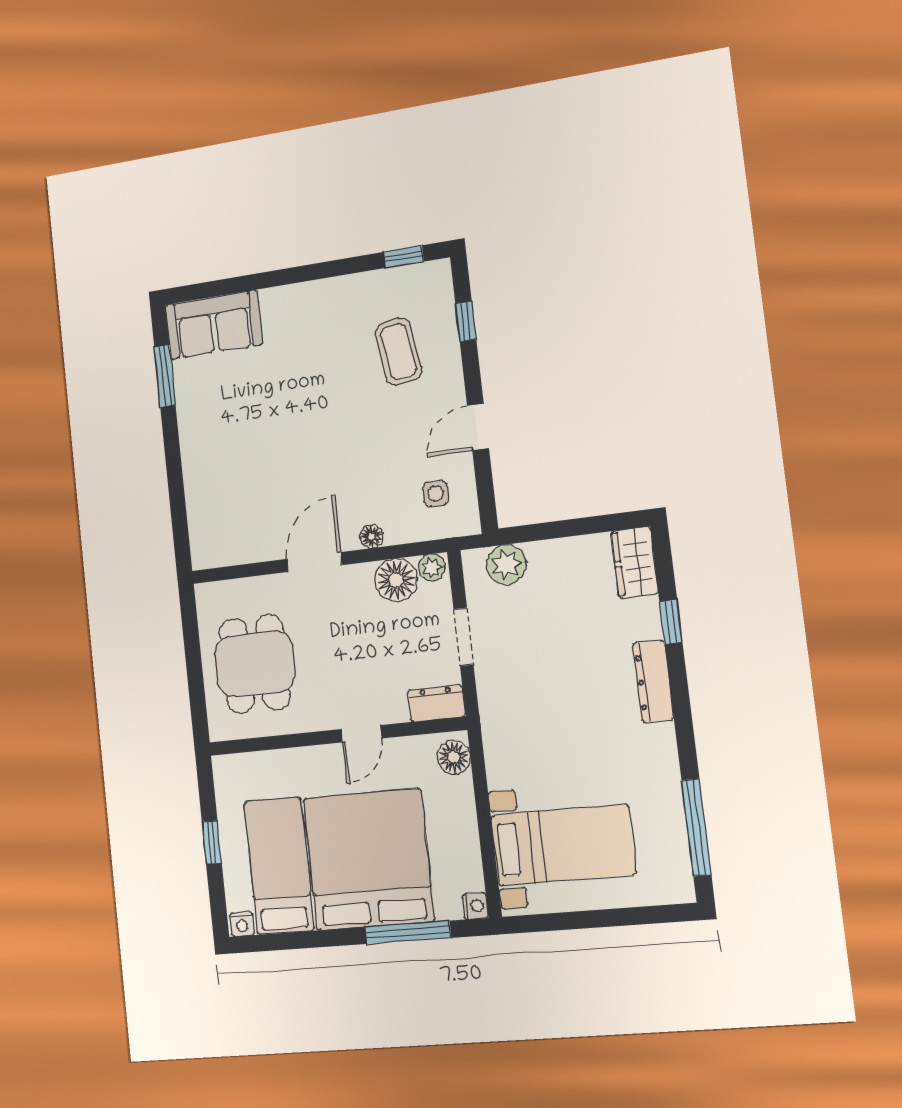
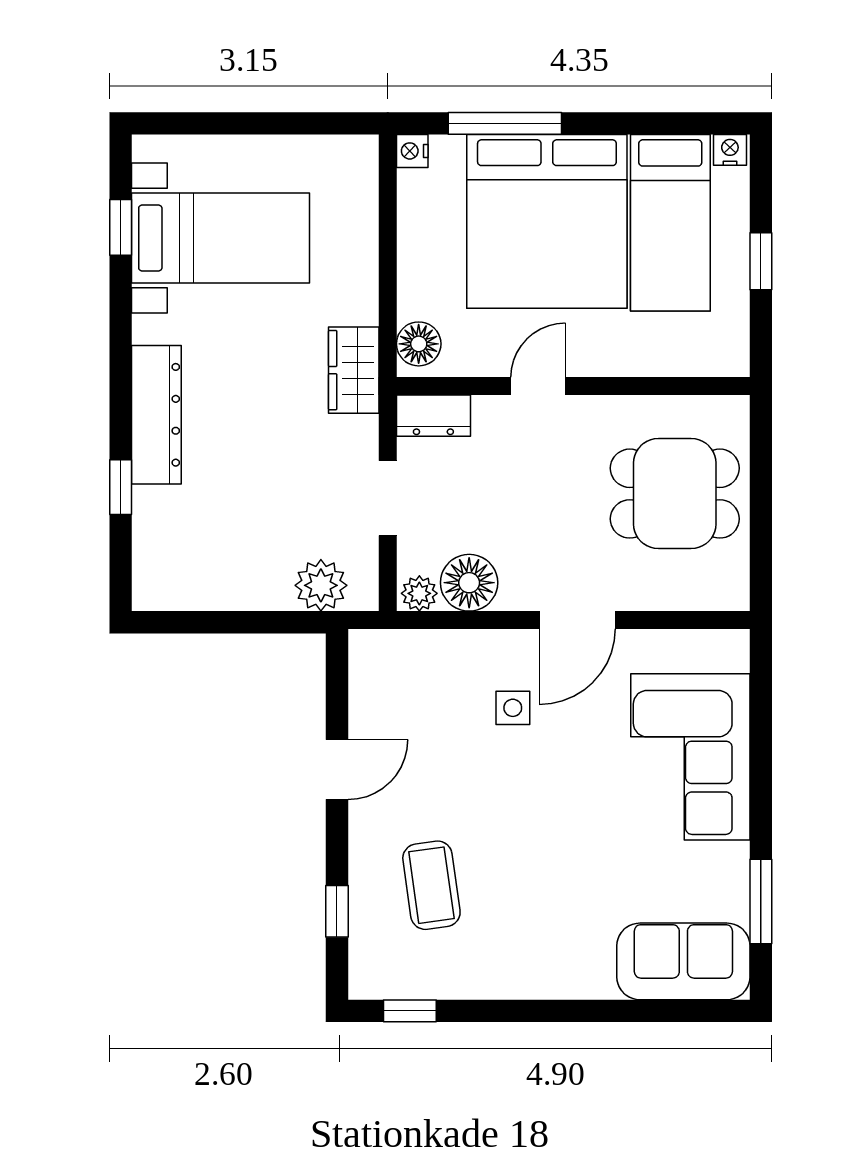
corner sofa: (224, 473) -> (690, 757), added
side table: (436, 494) -> (513, 708), moved
floor lamp: (372, 536) -> (495, 644), removed
wardrobe: (635, 562) -> (354, 370), moved, turned 180
dining table: (255, 664) -> (675, 494), turned 90
dresser: (653, 681) -> (156, 415), width x1.37, depth x1.24
window: (696, 827) -> (121, 227), width x0.46
bed with nightstands: (563, 845) -> (220, 238), moved, turned 180

